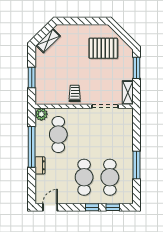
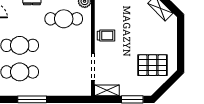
pallet: (103, 48) -> (153, 65), turned 90

